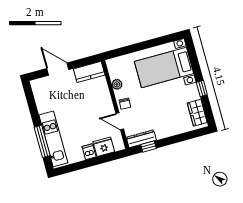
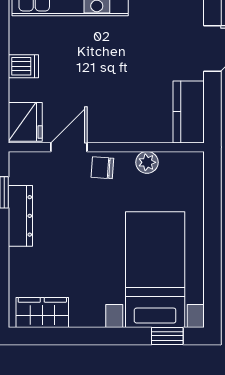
window: (202, 88) -> (167, 336), moved
dresser: (141, 139) -> (20, 216), moved
fridge: (104, 147) -> (25, 122), moved

